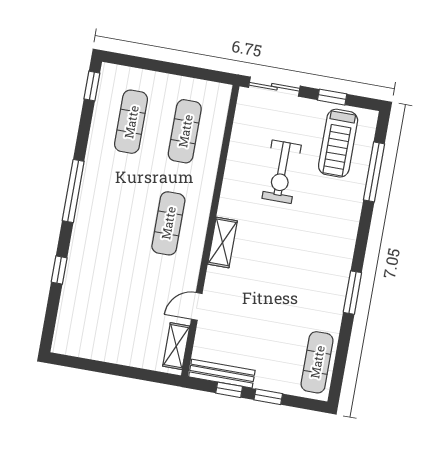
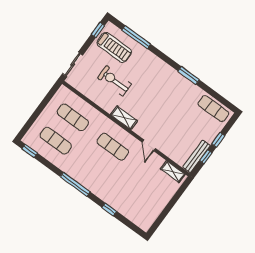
window: (332, 97) -> (98, 30), moved
exercise bike: (282, 172) -> (115, 81), turned 180
shelving: (222, 242) -> (124, 118), moved
door: (197, 306) -> (149, 145), moved

